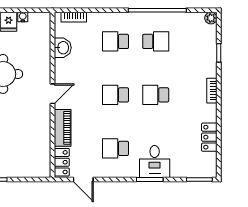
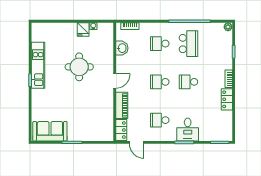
school desk: (156, 41) -> (188, 44), width x1.85
locker: (209, 137) -> (227, 99), moved

